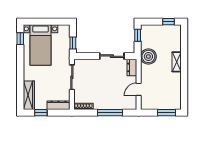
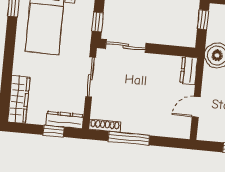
sliding door: (112, 56) -> (126, 46), moved
window: (41, 113) -> (54, 131), moved
window: (110, 113) -> (129, 138), moved

